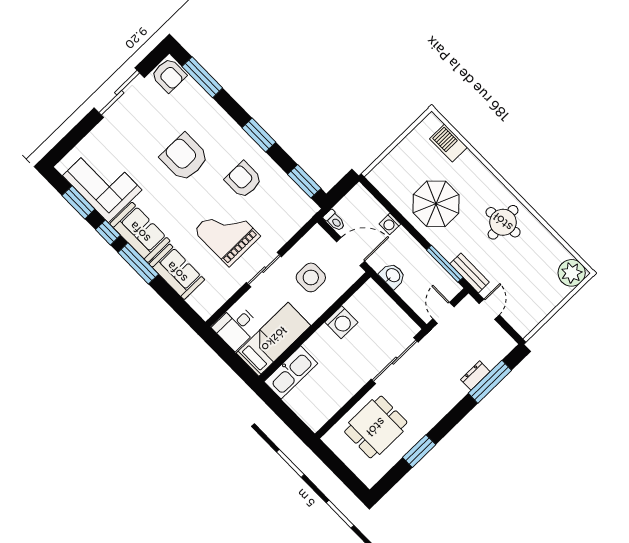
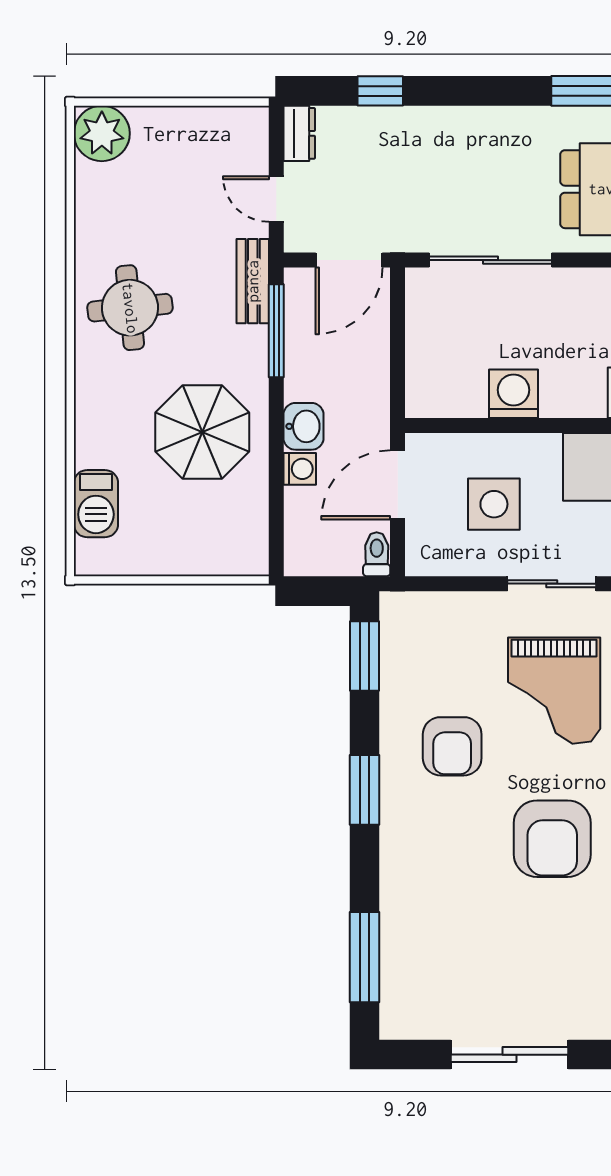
armchair: (169, 75) -> (411, 1009), removed
armchair: (184, 157) -> (552, 839), moved
door: (351, 252) -> (398, 485), hinge flipped
washbasin: (393, 276) -> (304, 426), moved, turned 180
door: (489, 309) -> (276, 199), hinge flipped
door: (443, 313) -> (349, 260), width x1.37
dresser: (475, 376) -> (299, 133), moved, turned -90
window: (490, 382) -> (380, 91), width x0.46

